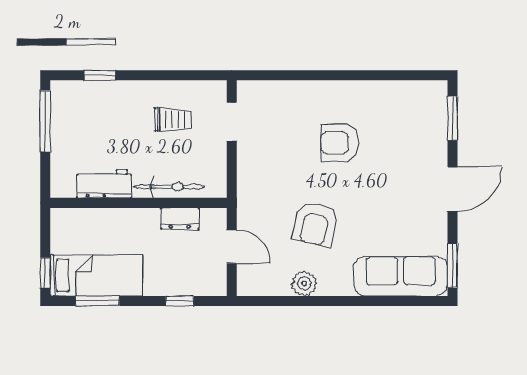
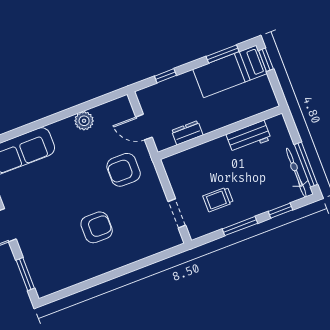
window: (158, 75) -> (240, 226), added
bicycle: (169, 187) -> (296, 173), moved, turned 90
armchair: (315, 224) -> (124, 170), moved, turned -102

